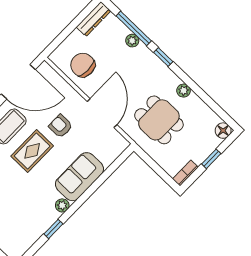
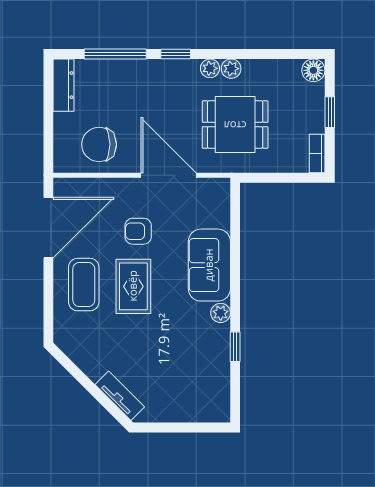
plant: (132, 41) -> (210, 68), moved

